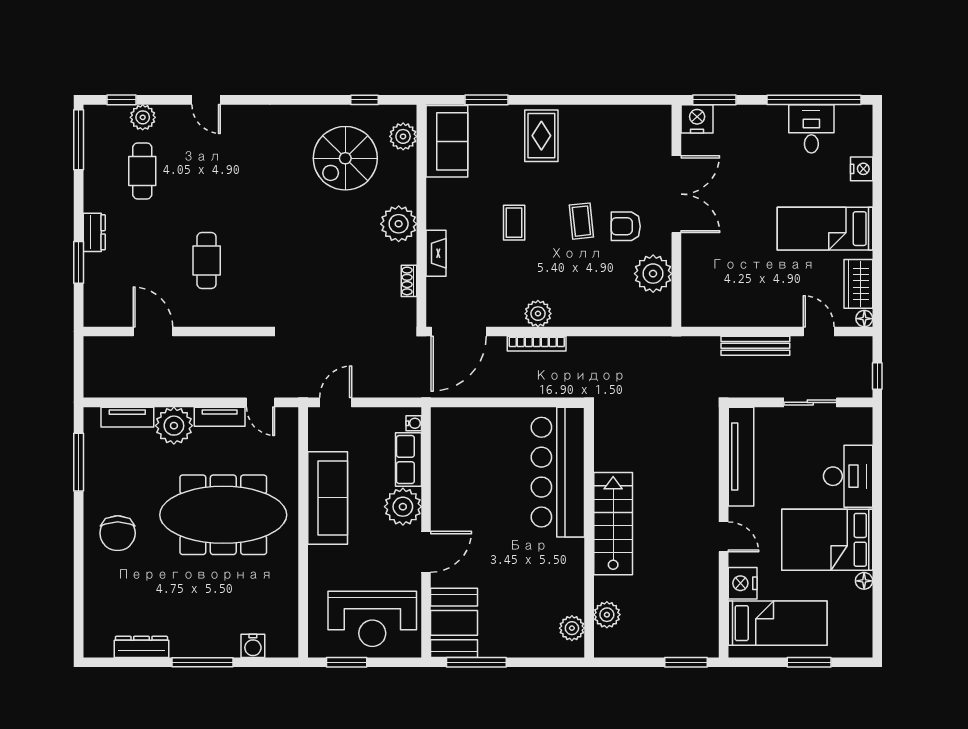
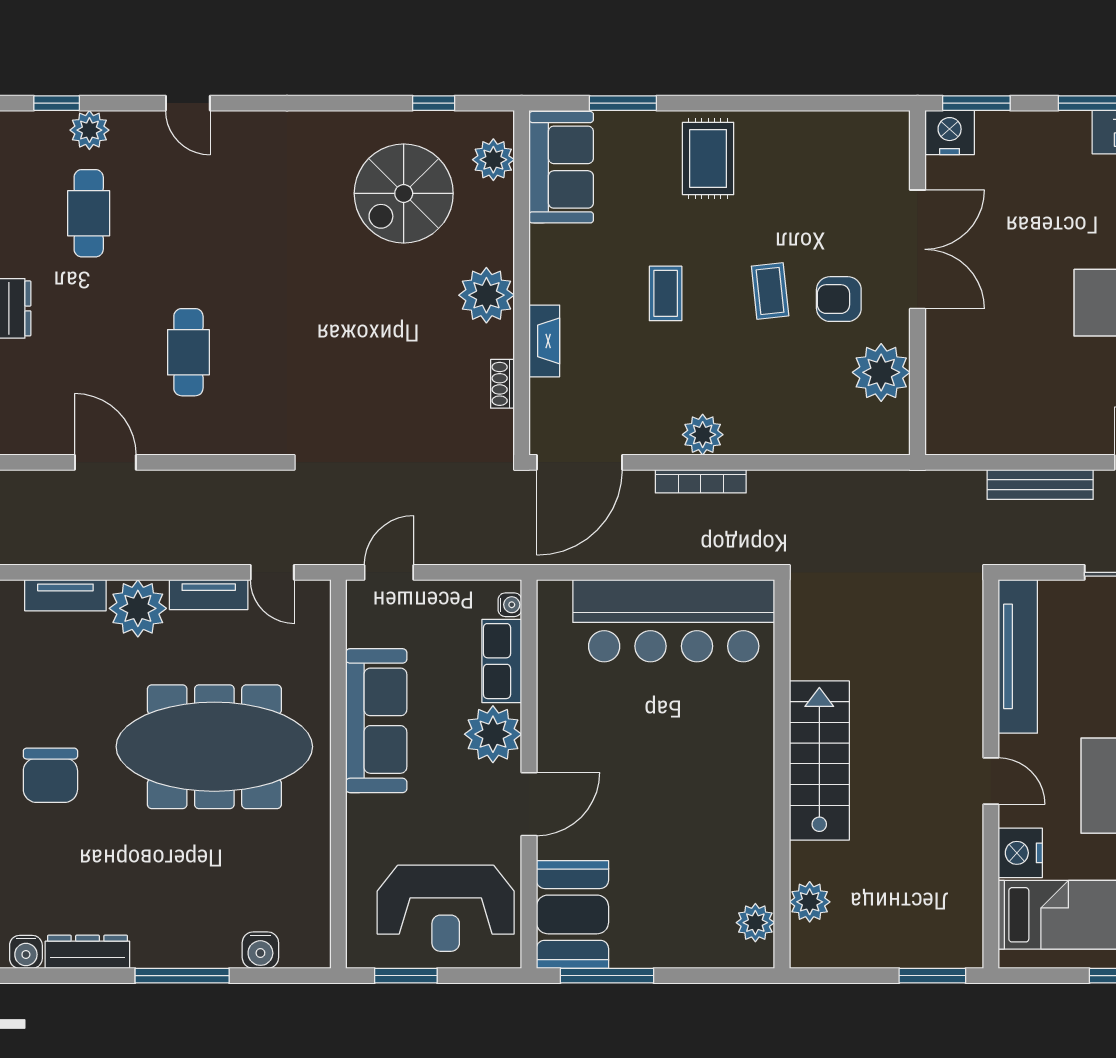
bar counter: (558, 472) -> (674, 621), moved, turned -90
water cooler: (102, 647) -> (26, 952), added

